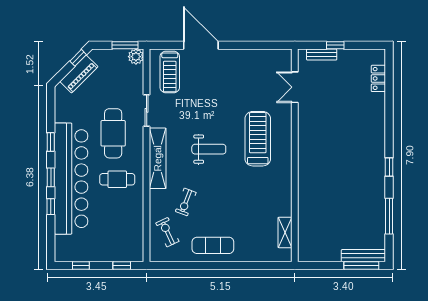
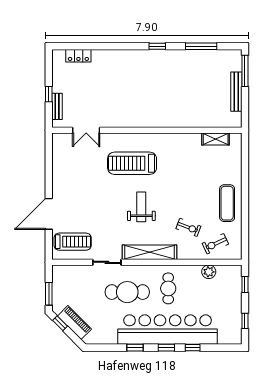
window: (125, 45) -> (49, 294), moved
plant: (136, 57) -> (209, 272), moved
bench: (363, 256) -> (236, 92), moved

